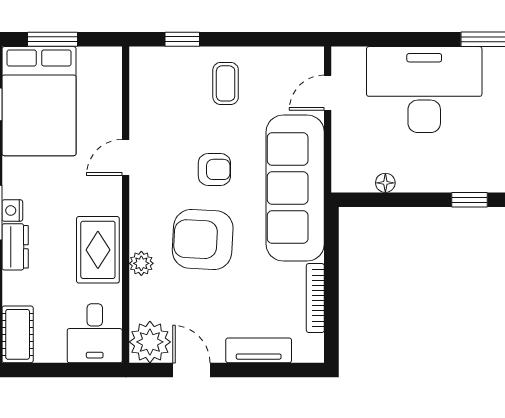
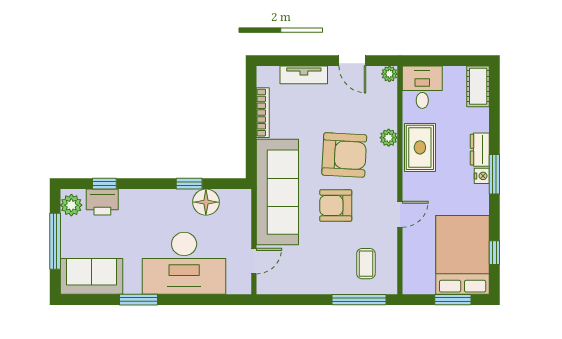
window: (182, 39) -> (359, 300), width x2.17
coffee table: (226, 83) -> (366, 264), moved
armchair: (214, 169) -> (336, 206), width x1.38, depth x1.38
floor lamp: (385, 183) -> (206, 202), width x1.89, depth x1.89
window: (469, 200) -> (189, 184), moved
plant: (150, 342) -> (389, 74), width x0.53, depth x0.53

